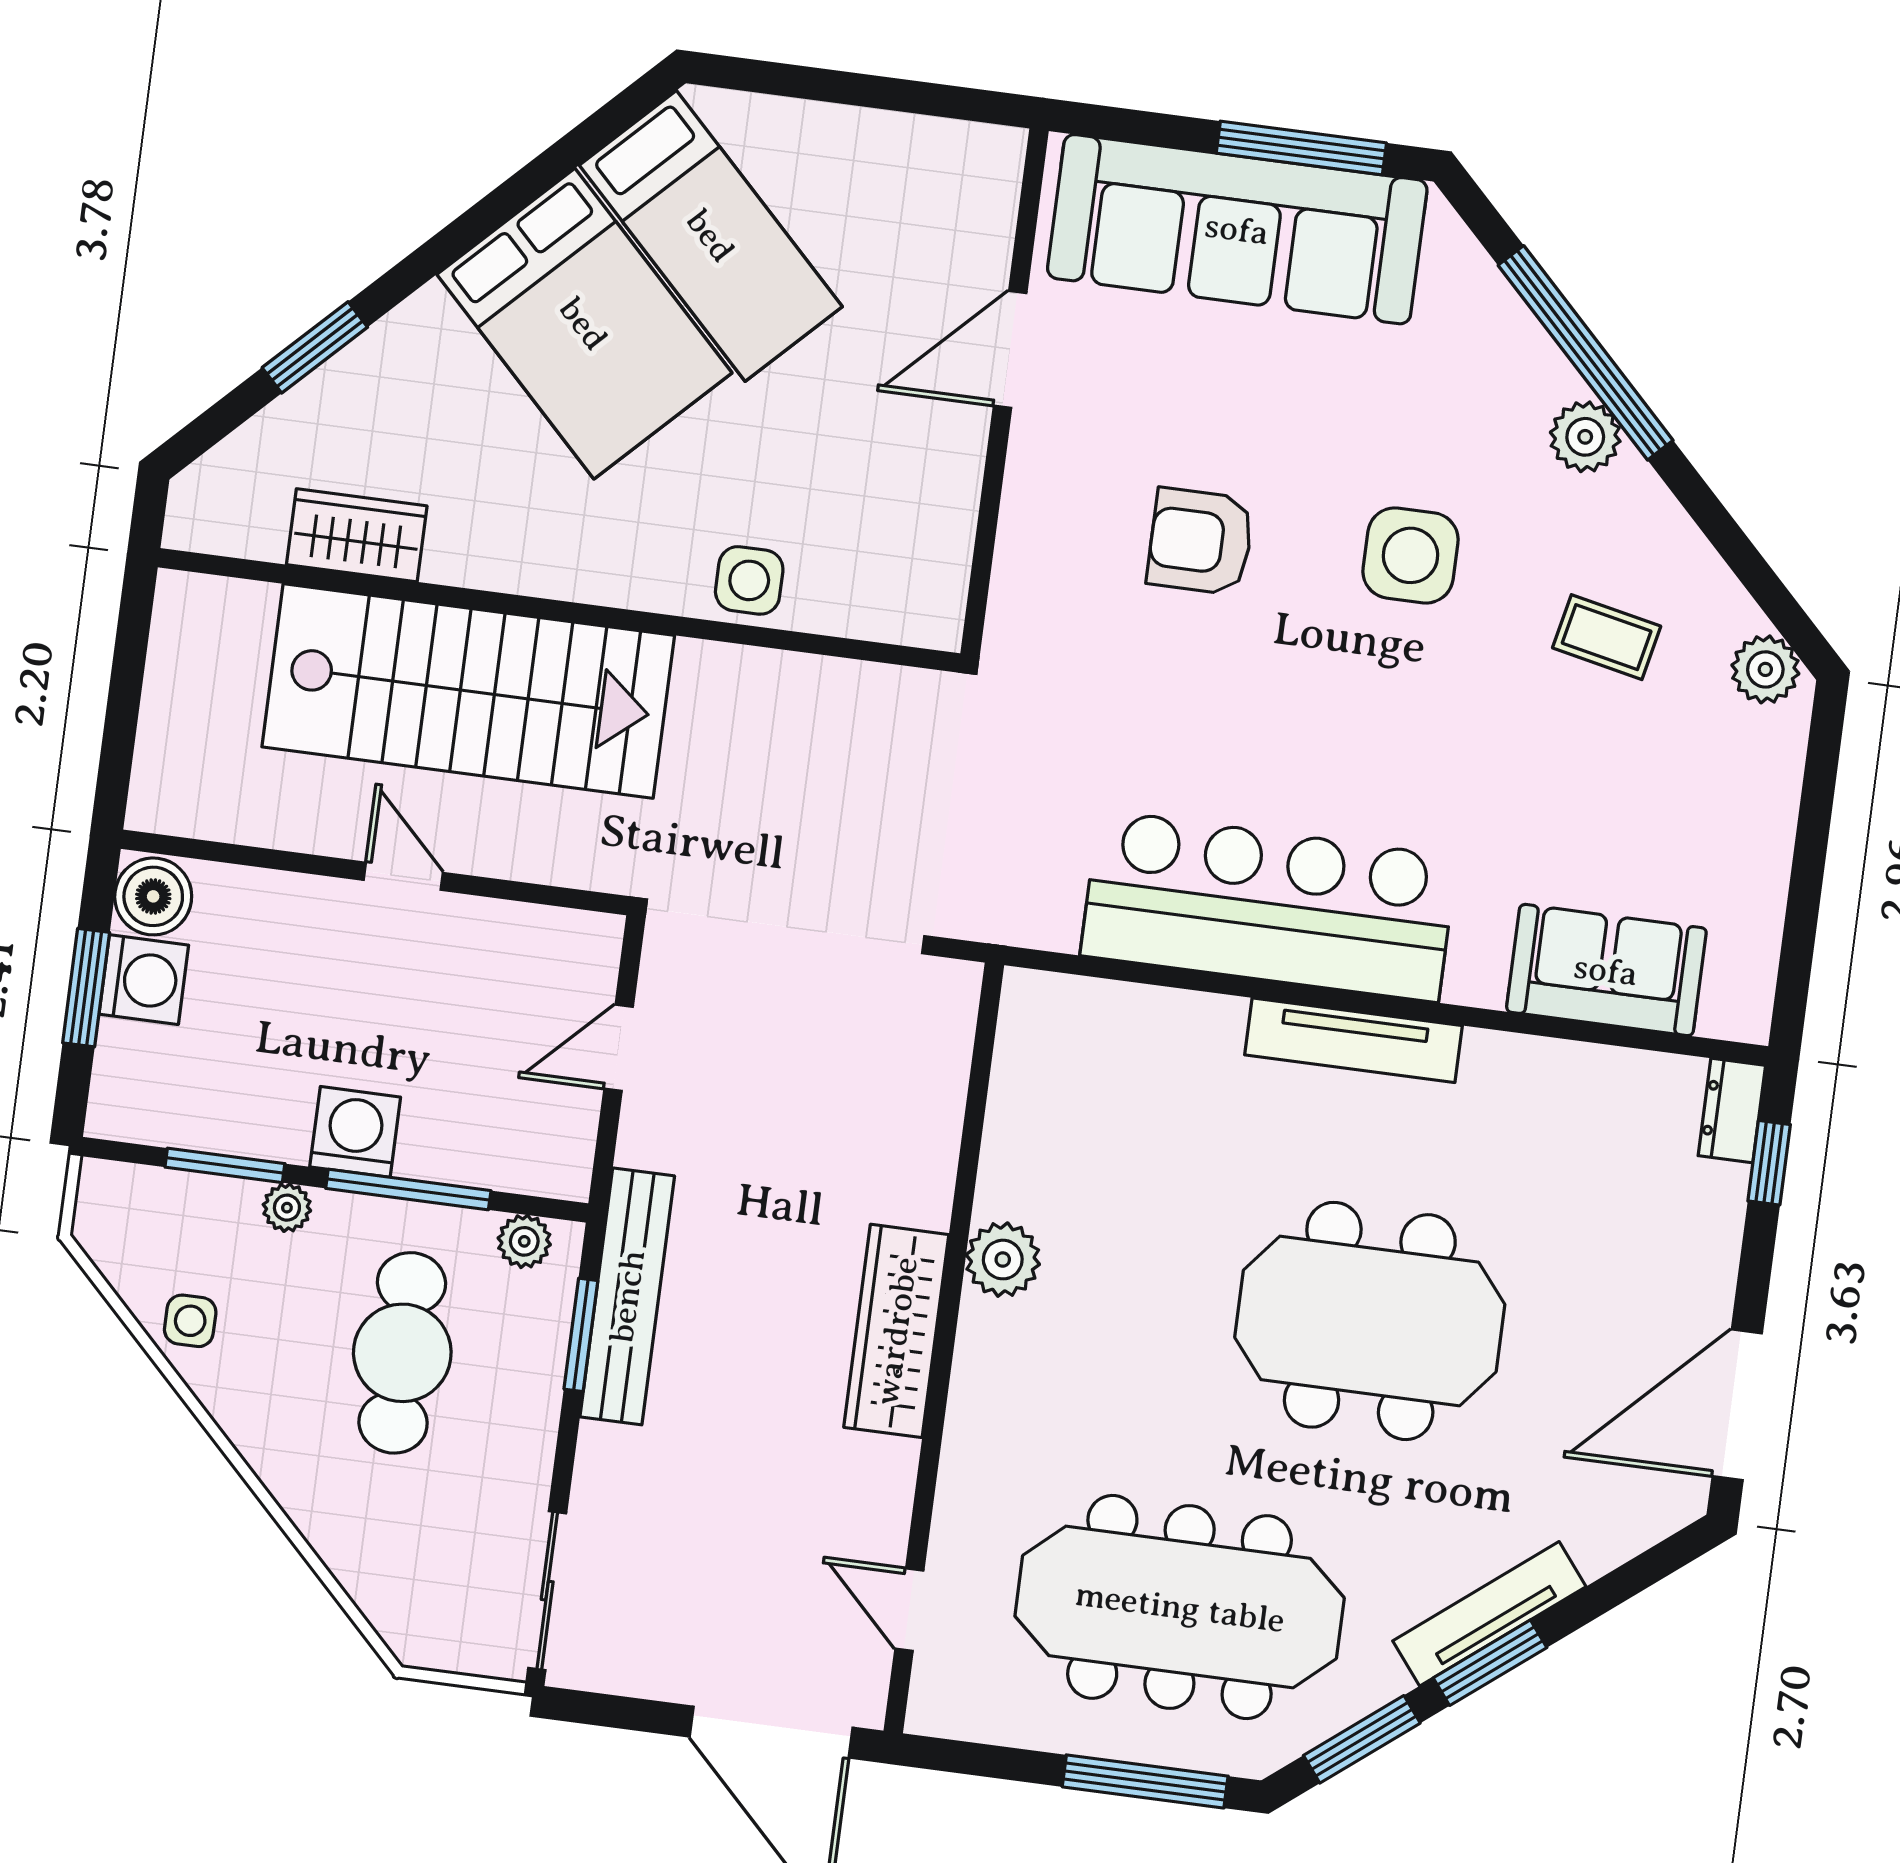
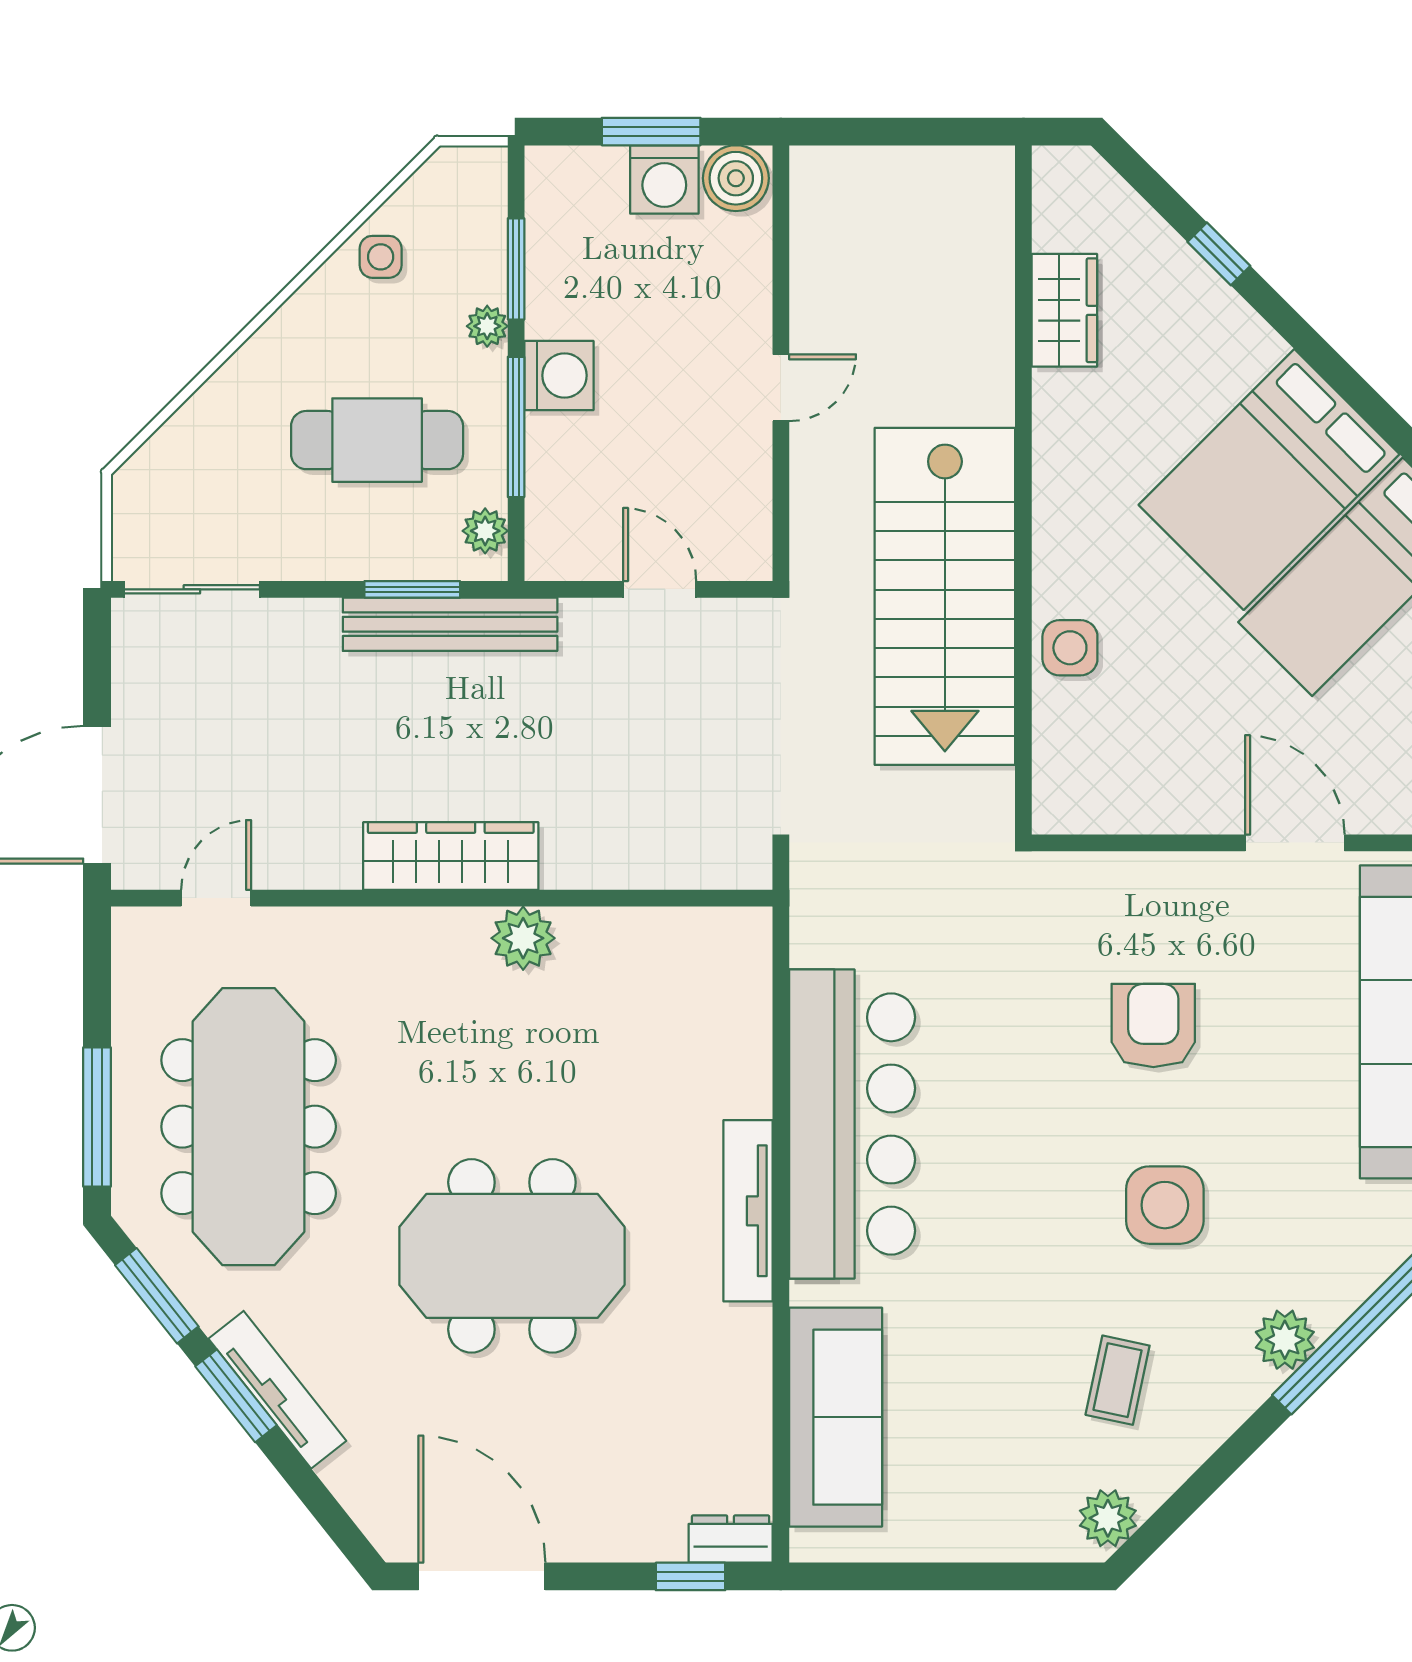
window: (315, 347) -> (1219, 254), width x0.67
stairs: (468, 691) -> (945, 596), moved
sofa: (1606, 970) -> (836, 1417), width x1.36
meeting table: (1370, 1321) -> (512, 1256), turned 90

